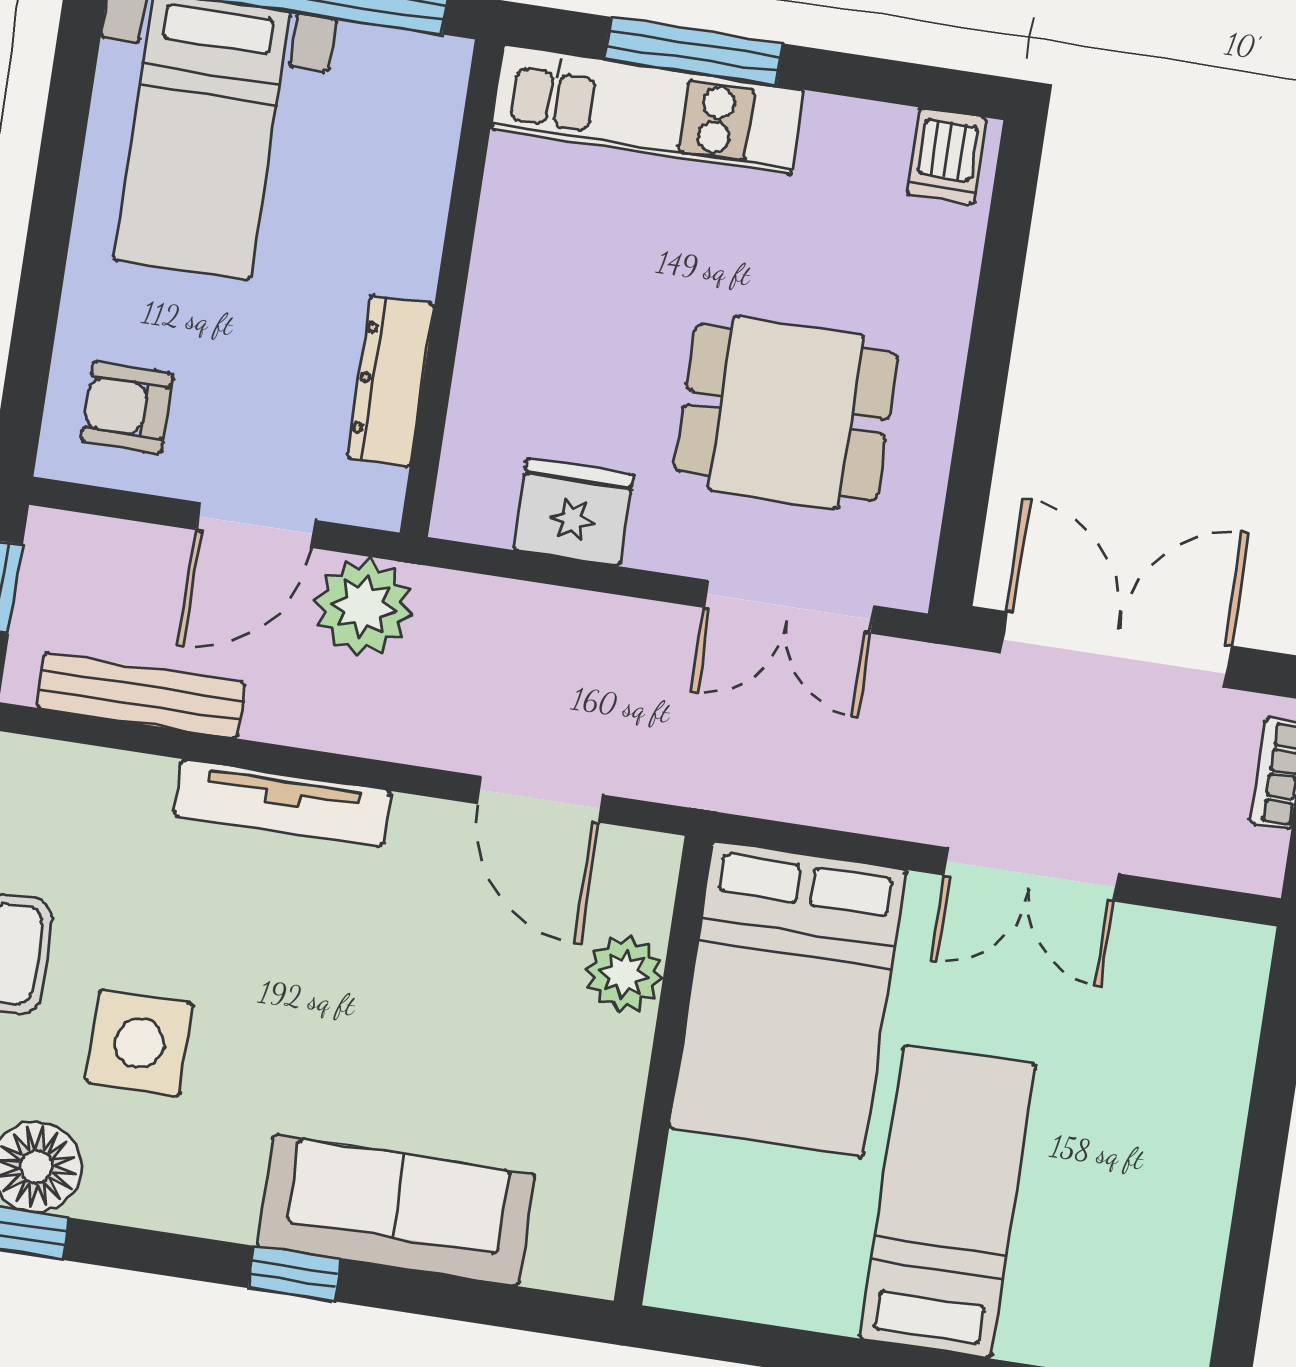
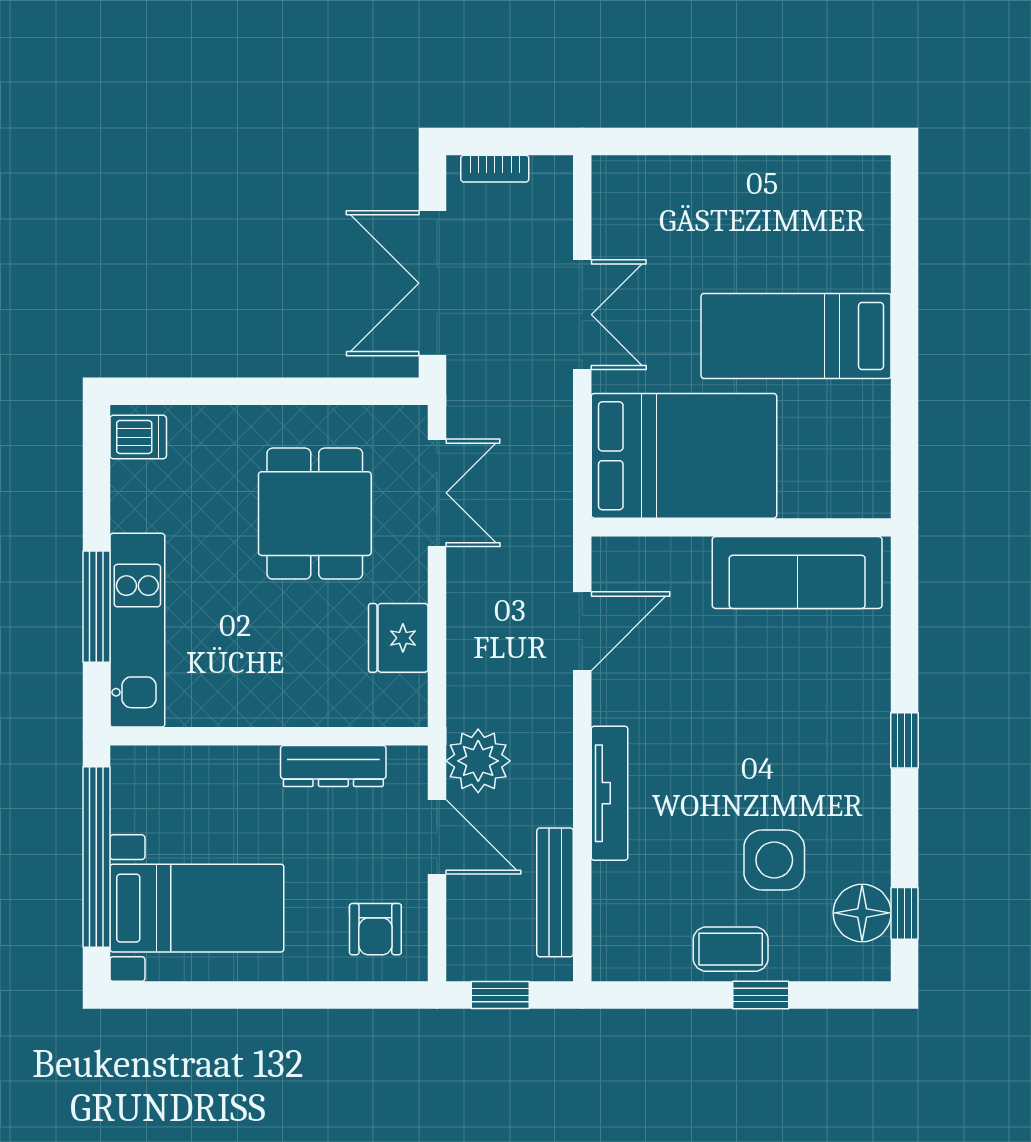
plant: (624, 974) -> (684, 561), removed
sofa: (396, 1210) -> (797, 573), moved, turned -90

